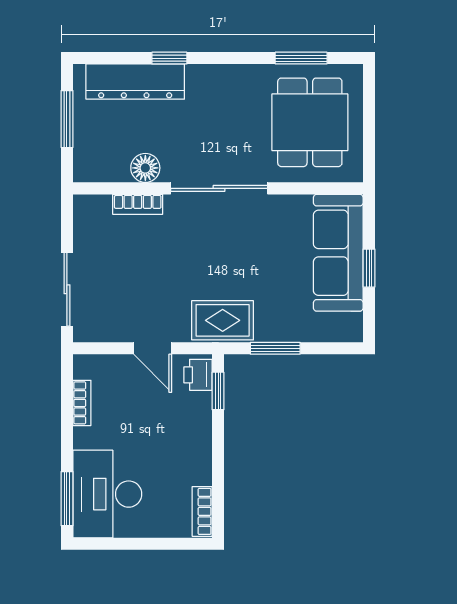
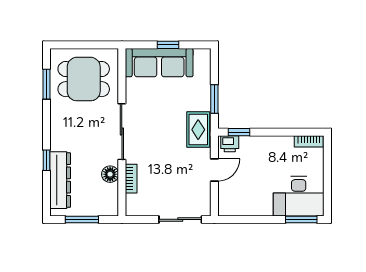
bookcase: (82, 403) -> (246, 211), removed

